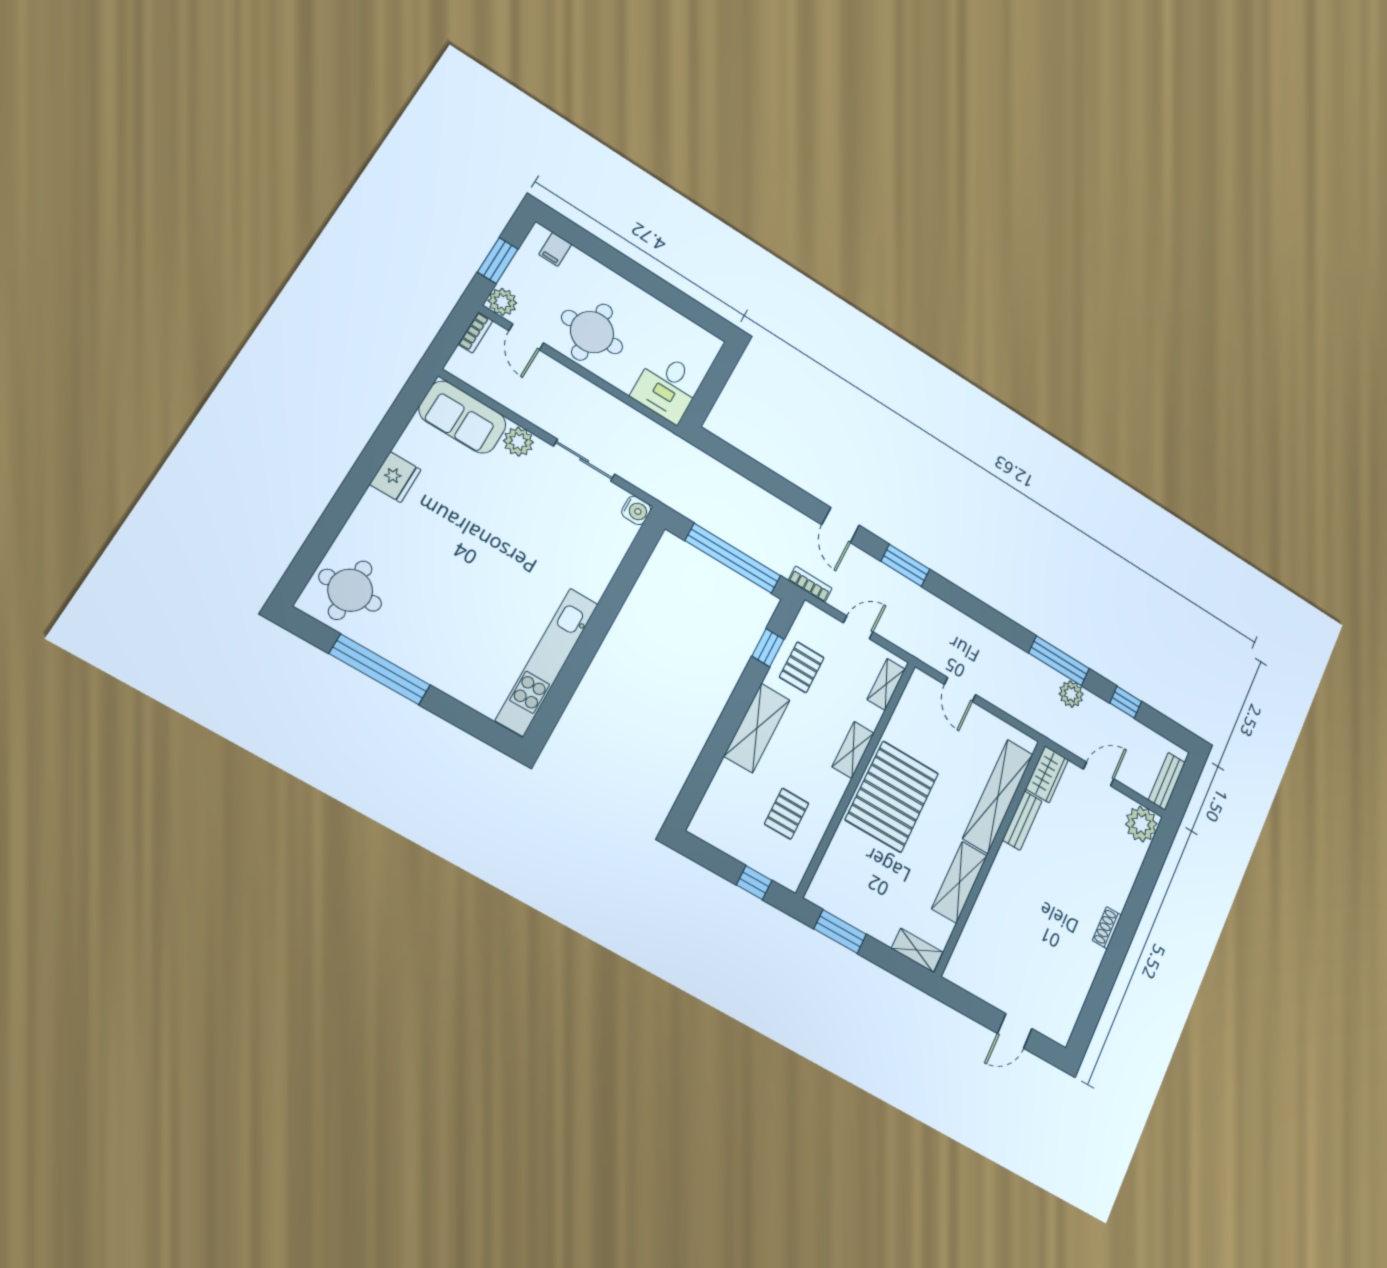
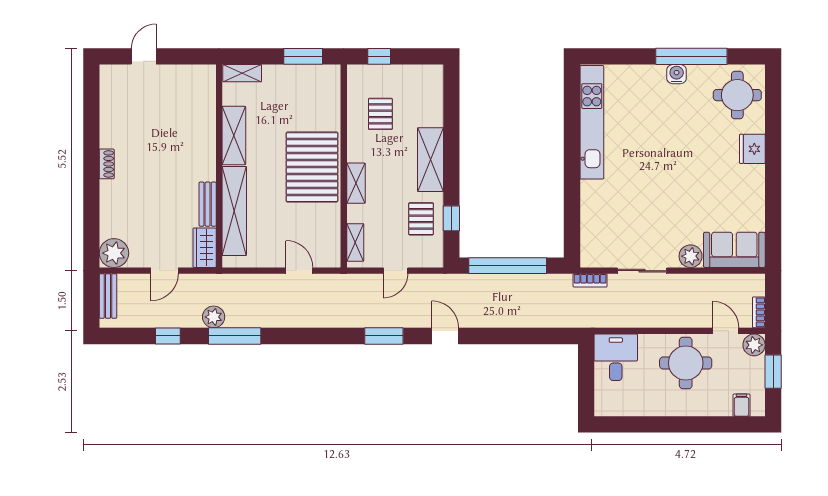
fridge: (395, 477) -> (752, 149), moved
water cooler: (636, 510) -> (677, 74), moved, turned 90
bookcase: (810, 584) -> (590, 280), moved

